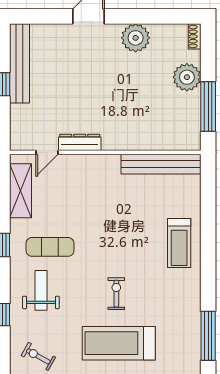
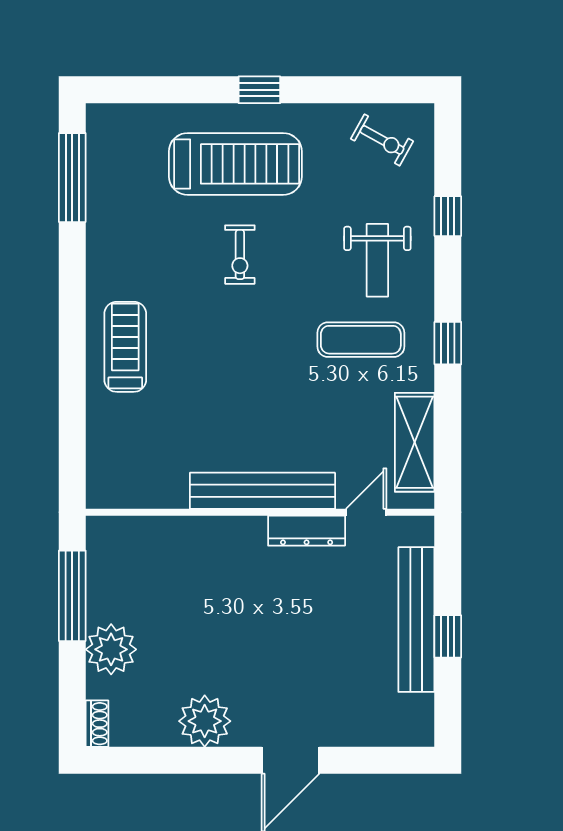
bench: (20, 63) -> (416, 620), moved
bench: (161, 164) -> (262, 491), moved

